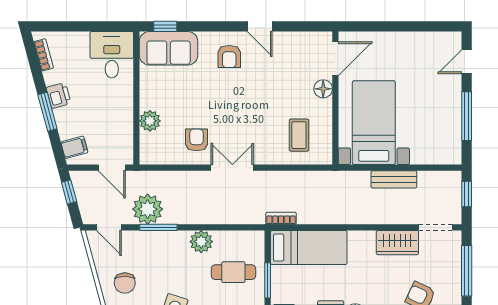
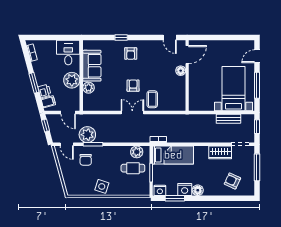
window: (165, 26) -> (121, 37), moved
door: (260, 26) -> (170, 37), moved
sofa: (169, 48) -> (92, 66), moved, turned -90
printer: (59, 95) -> (44, 91), moved
plant: (118, 107) -> (72, 80), added
bed with nightstands: (374, 123) -> (234, 89), moved
coffee table: (299, 135) -> (152, 99), moved
armchair: (197, 140) -> (133, 86), moved
bench: (394, 179) -> (228, 119), moved
plant: (201, 242) -> (137, 152), moved
chair: (125, 283) -> (86, 160), moved

